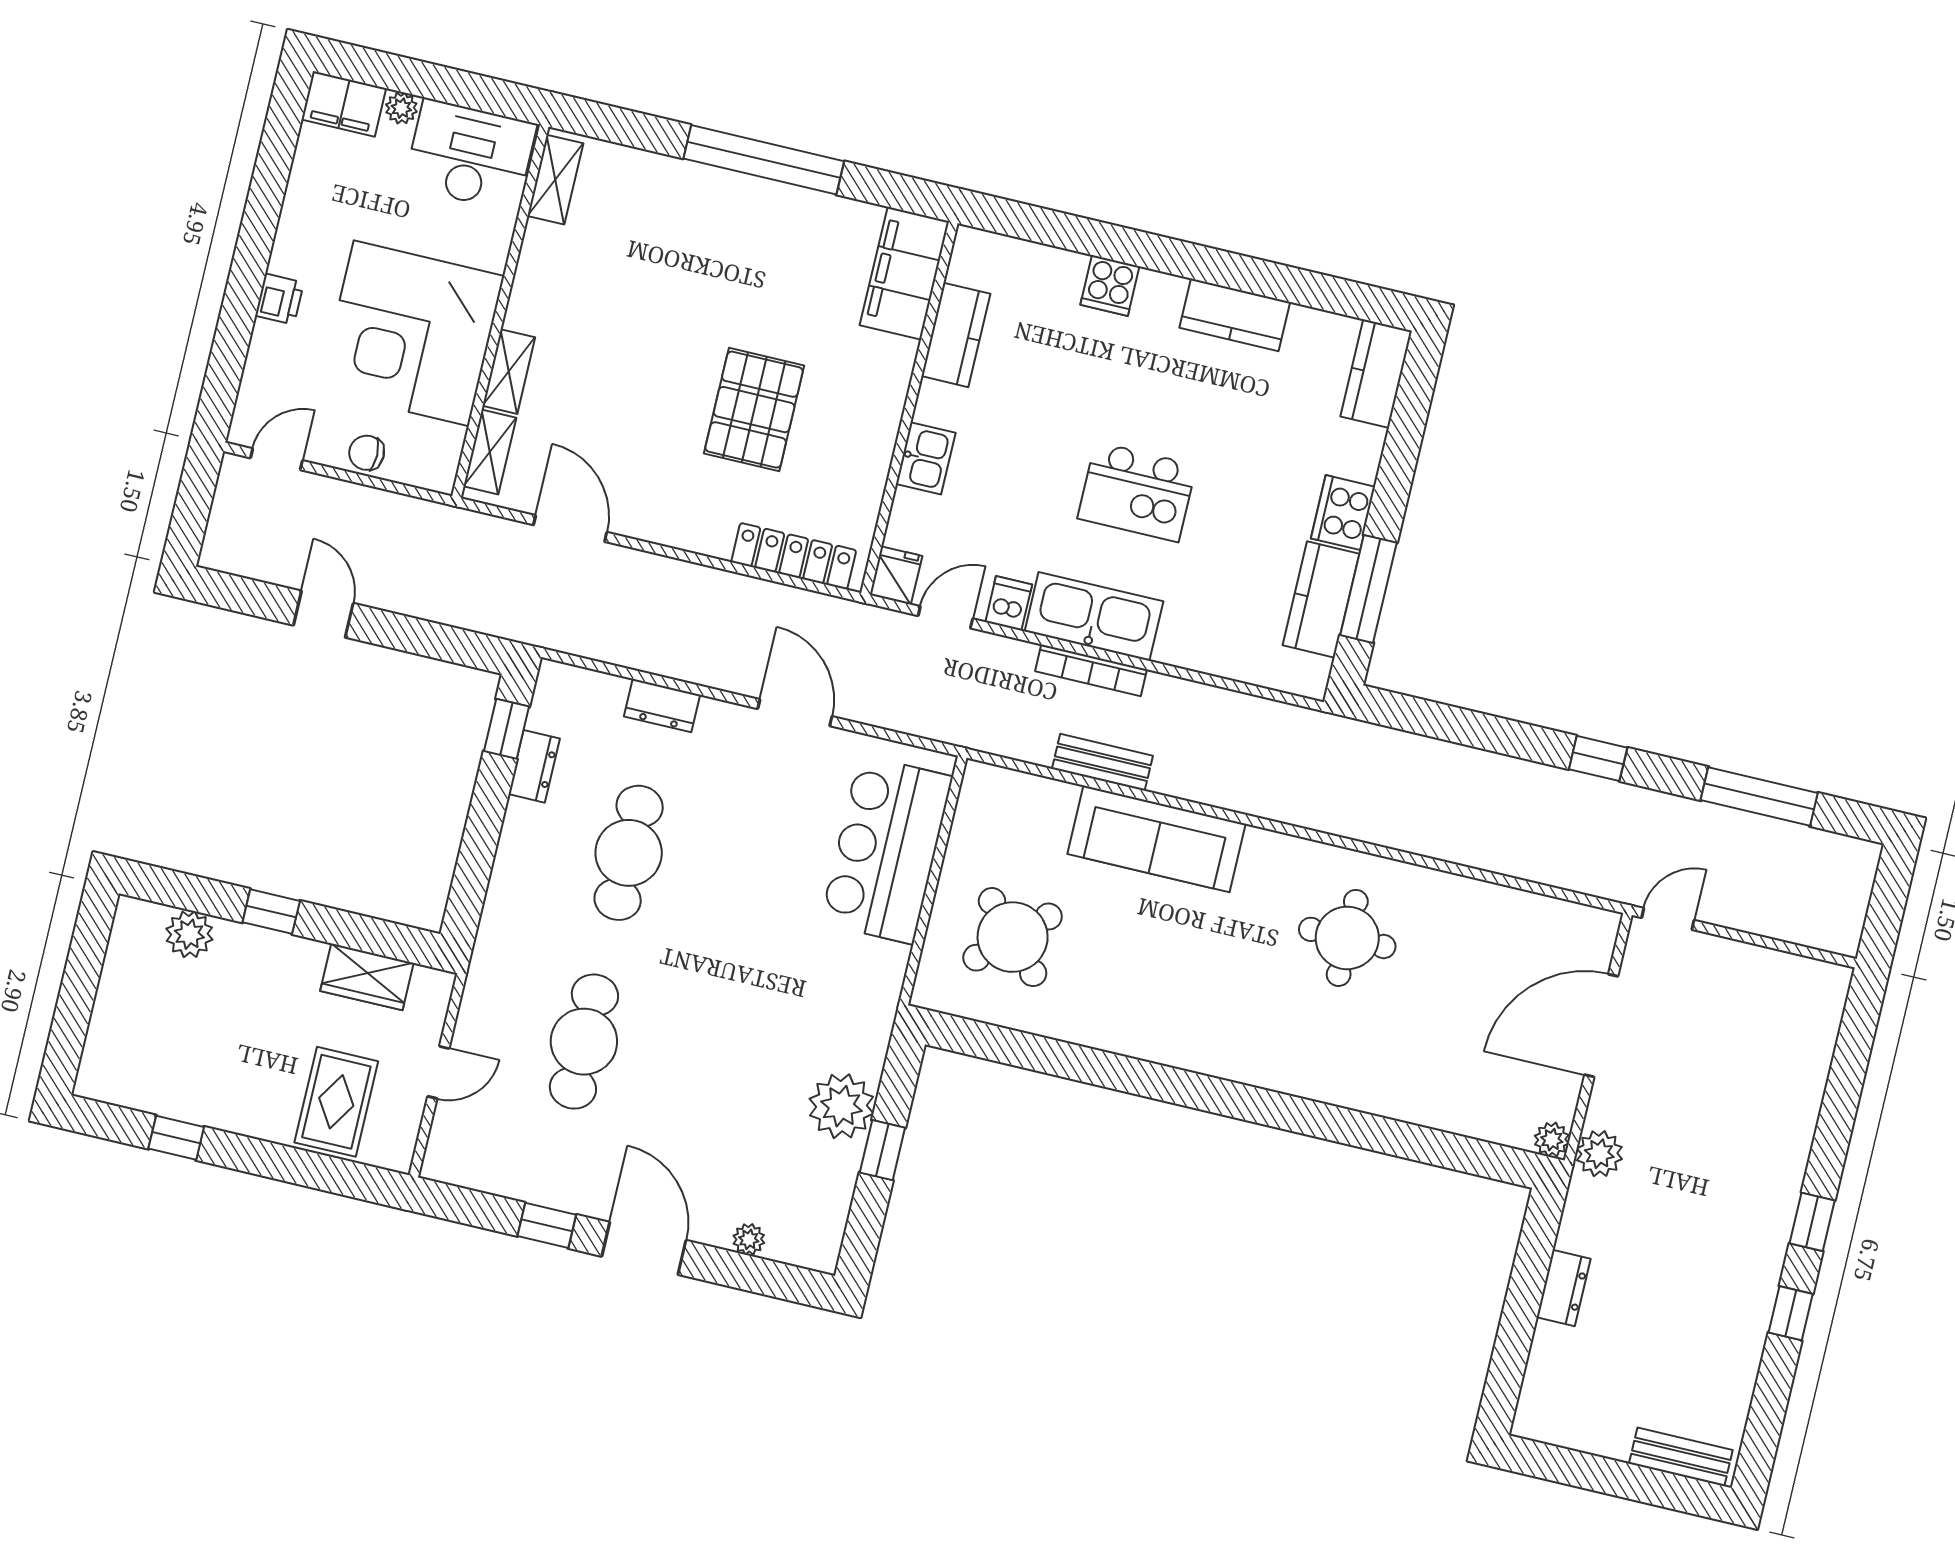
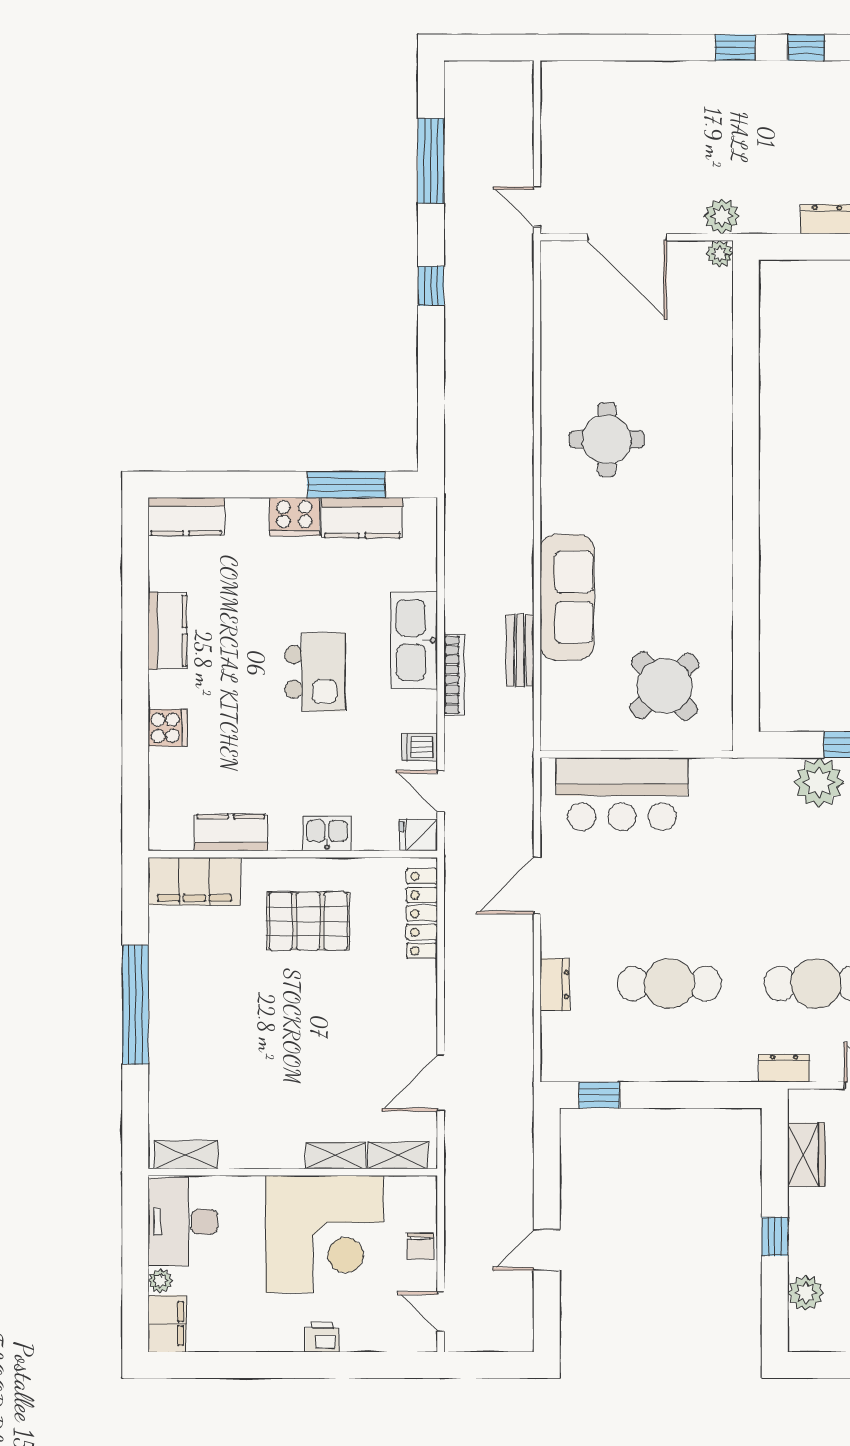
pallet: (754, 410) -> (308, 921), moved
kitchen sink: (1094, 616) -> (414, 640), moved
dresser: (534, 766) -> (784, 1068), moved

